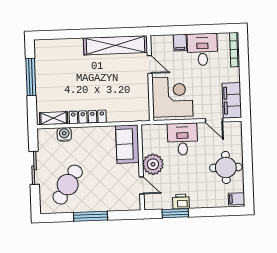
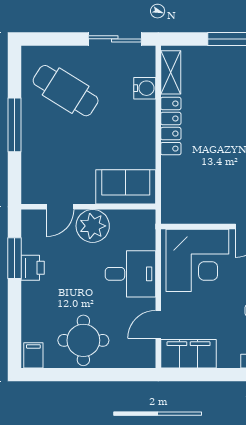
sliding door: (34, 168) -> (115, 39), moved

